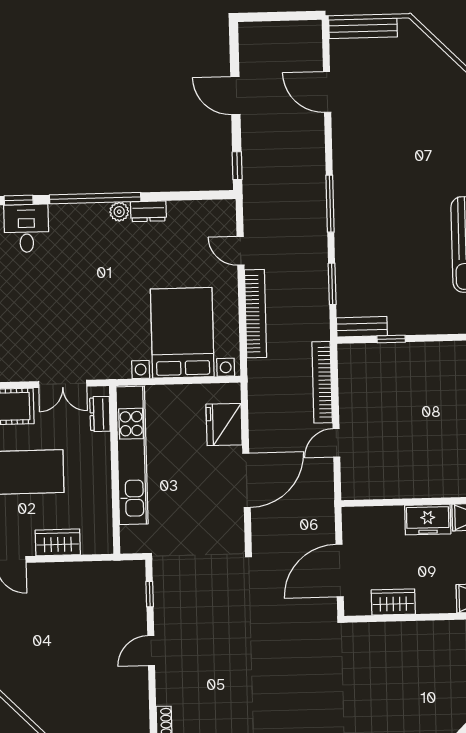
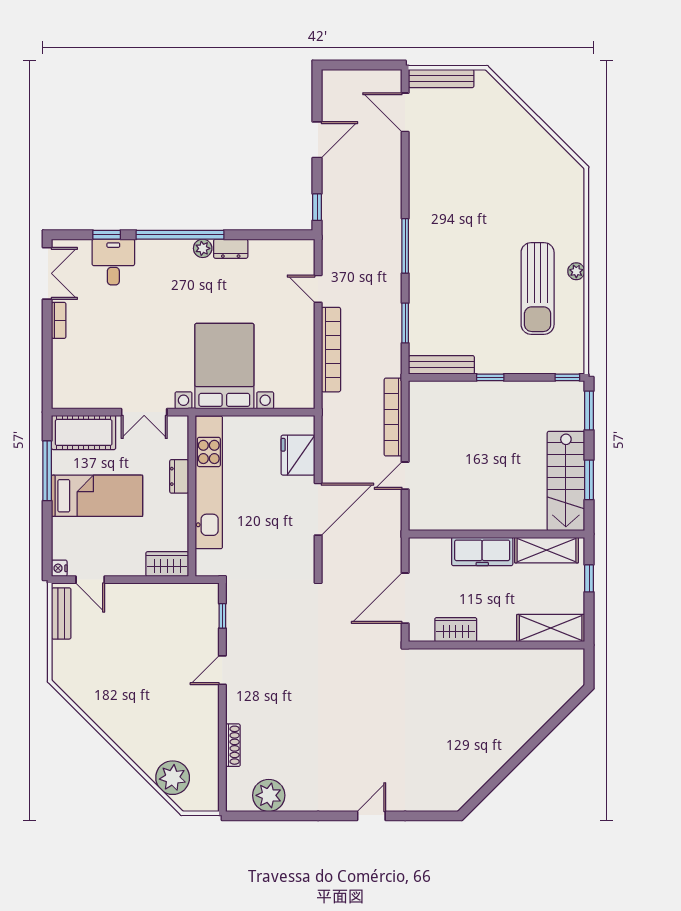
door: (327, 92) -> (405, 112), moved
door: (235, 96) -> (317, 140), swing flipped
bench: (362, 327) -> (441, 365), width x1.36
bed with nightstands: (182, 333) -> (224, 366), moved
window: (391, 339) -> (490, 377), moved
dresser: (100, 414) -> (179, 476), moved
freezer: (428, 520) -> (482, 551), width x1.40
wardrobe: (58, 542) -> (167, 564), moved

